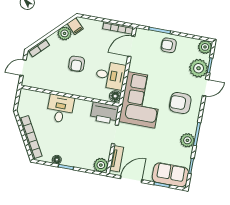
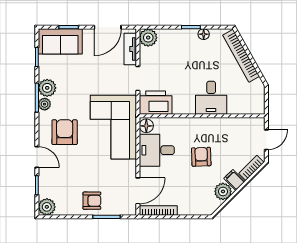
filing cabinet: (75, 26) -> (234, 180), moved
plant: (199, 68) -> (45, 104), moved, width x0.53, depth x0.53
door: (206, 88) -> (37, 157), swing flipped
armchair: (180, 103) -> (65, 132), turned -90

